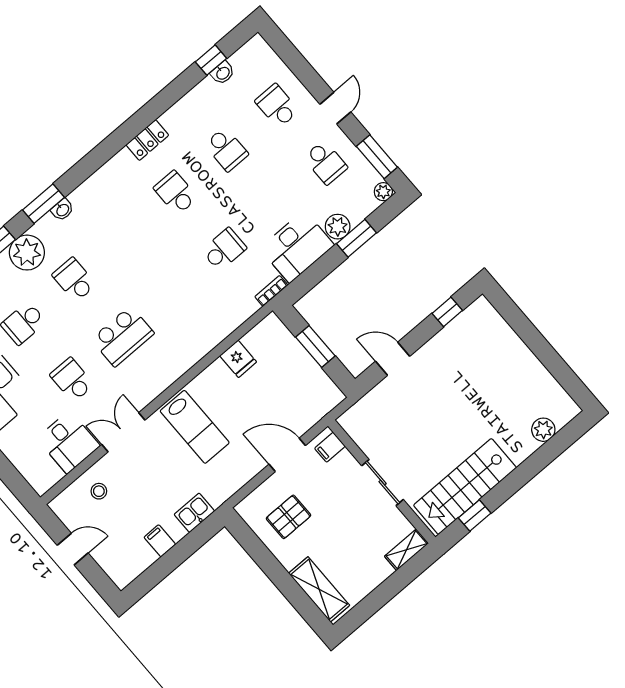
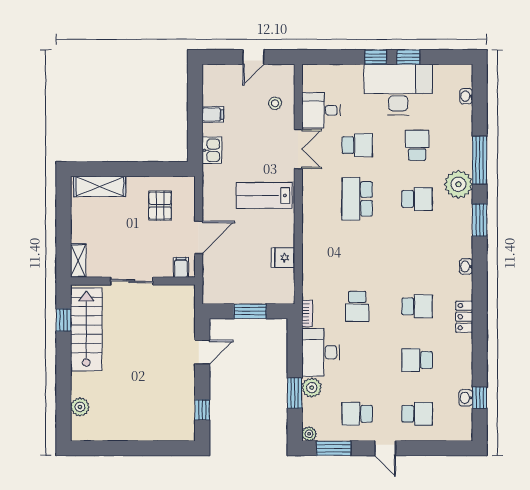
washbasin: (62, 210) -> (466, 267), moved

